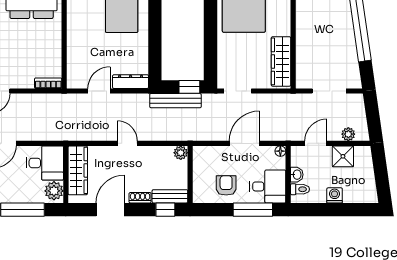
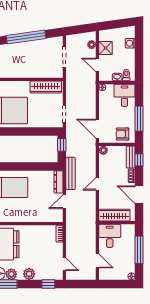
door: (99, 91) -> (64, 202), hinge flipped
bench: (175, 101) -> (70, 173), moved
door: (244, 143) -> (97, 129), moved
armchair: (226, 185) -> (123, 134), moved
plant: (54, 191) -> (127, 230), removed
washing machine: (335, 195) -> (130, 43), moved
window: (253, 210) -> (139, 119), moved

